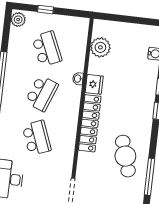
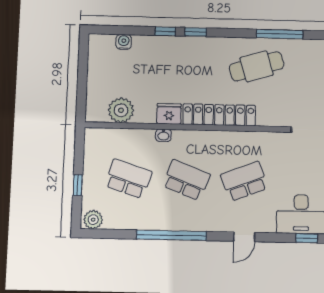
school desk: (47, 49) -> (128, 179), turned 42

